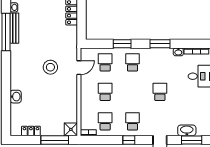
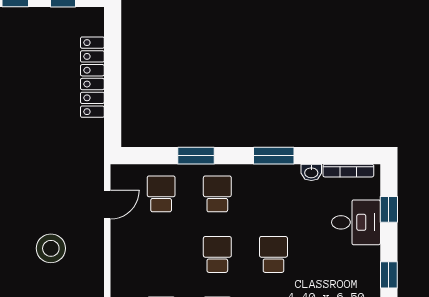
stool: (50, 67) -> (51, 248), moved
school desk: (105, 92) -> (217, 254), moved

